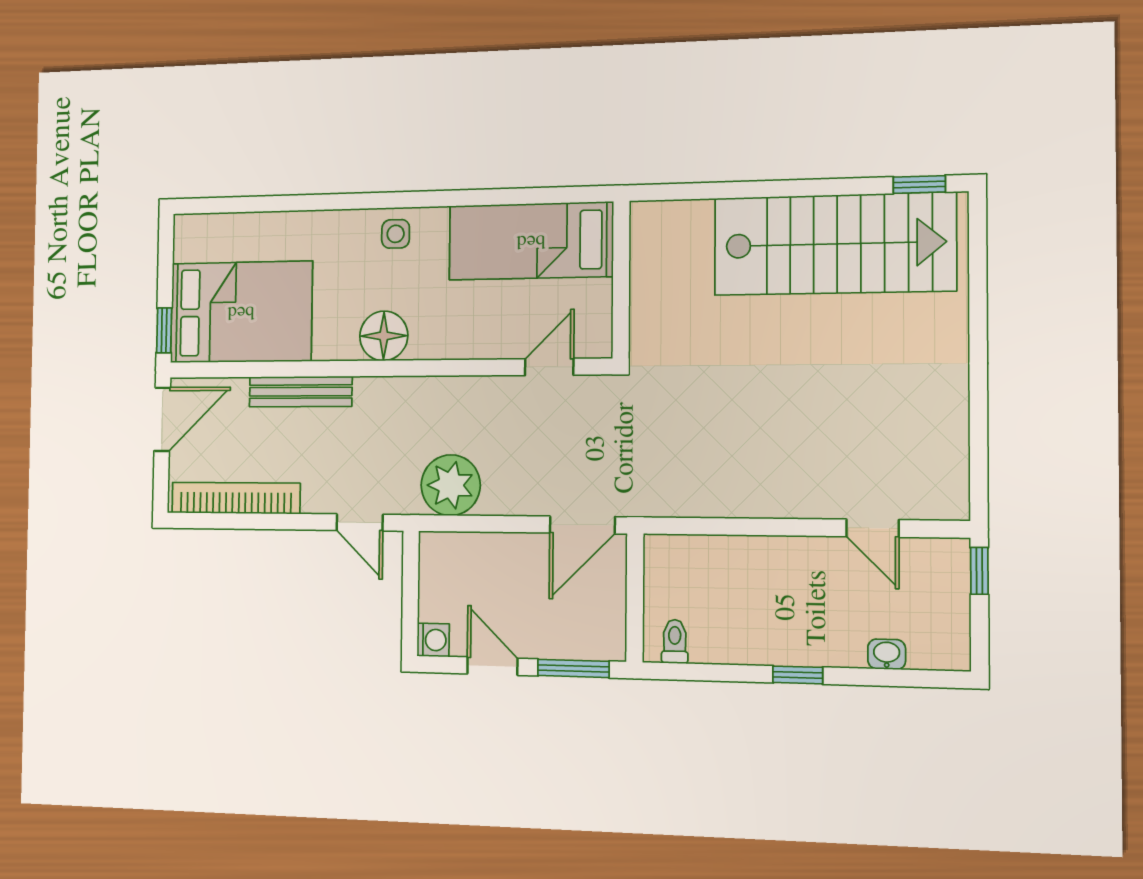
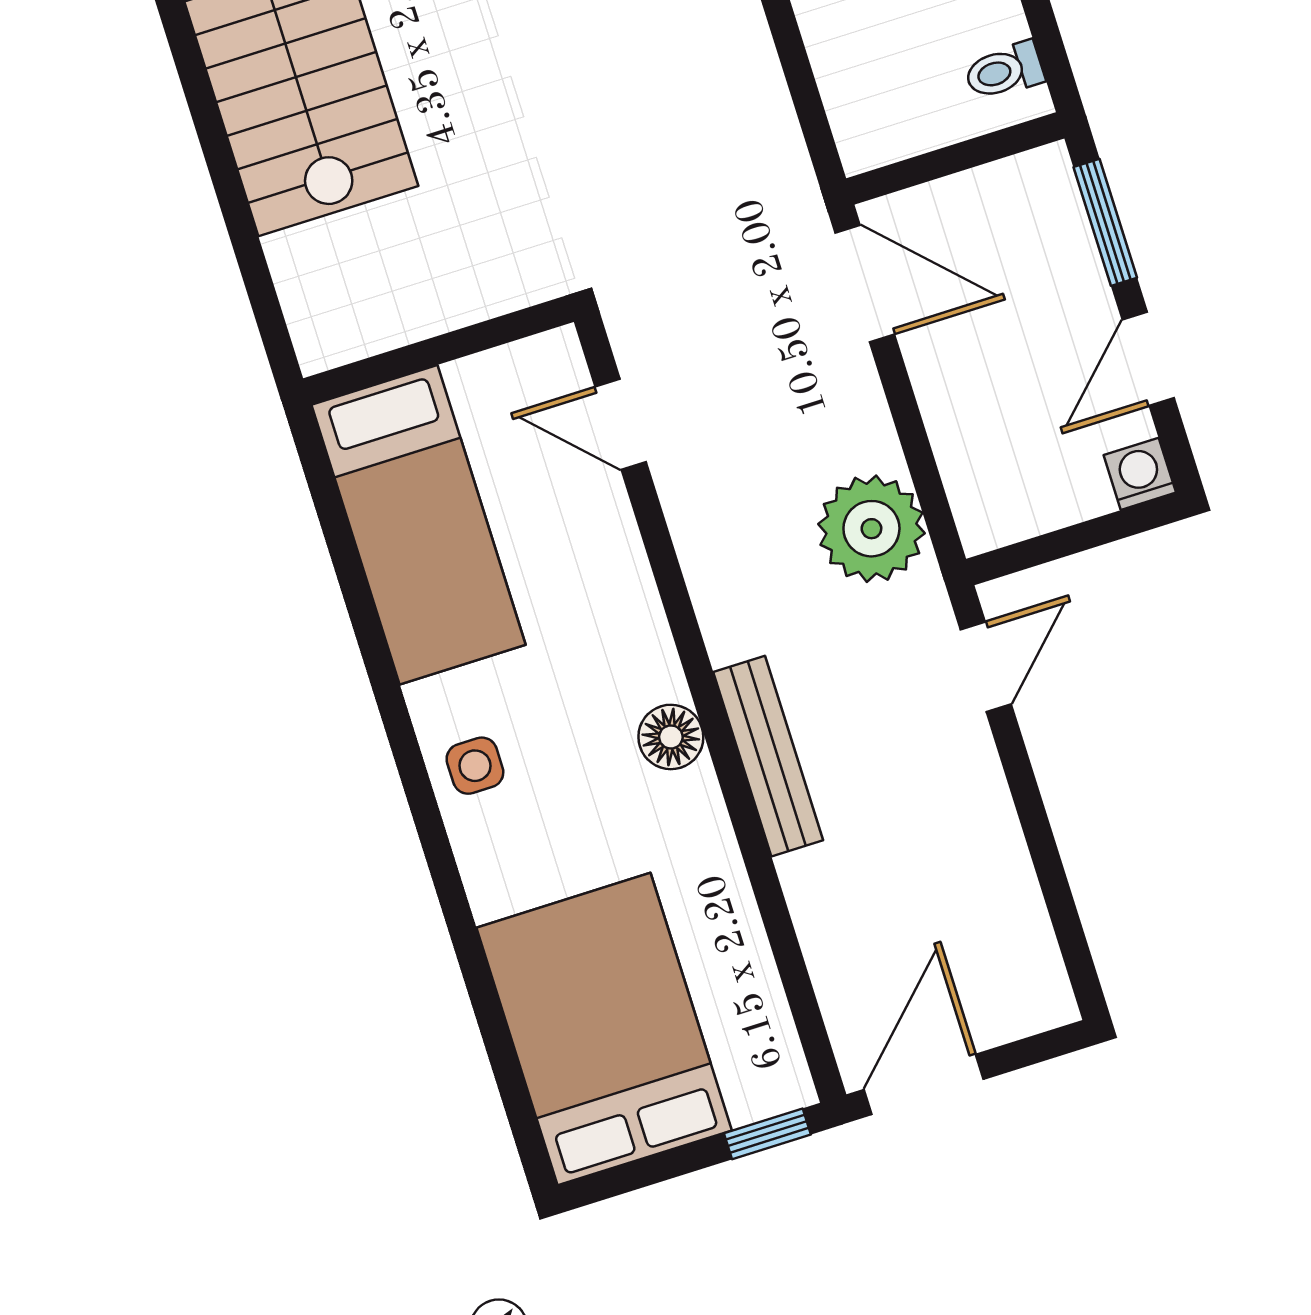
bed: (241, 312) -> (604, 1029), moved
floor lamp: (384, 336) -> (671, 737), width x0.73, depth x0.73
bench: (301, 392) -> (768, 756), moved
door: (162, 419) -> (924, 1084), hinge flipped
bookcase: (236, 498) -> (1017, 903), removed

